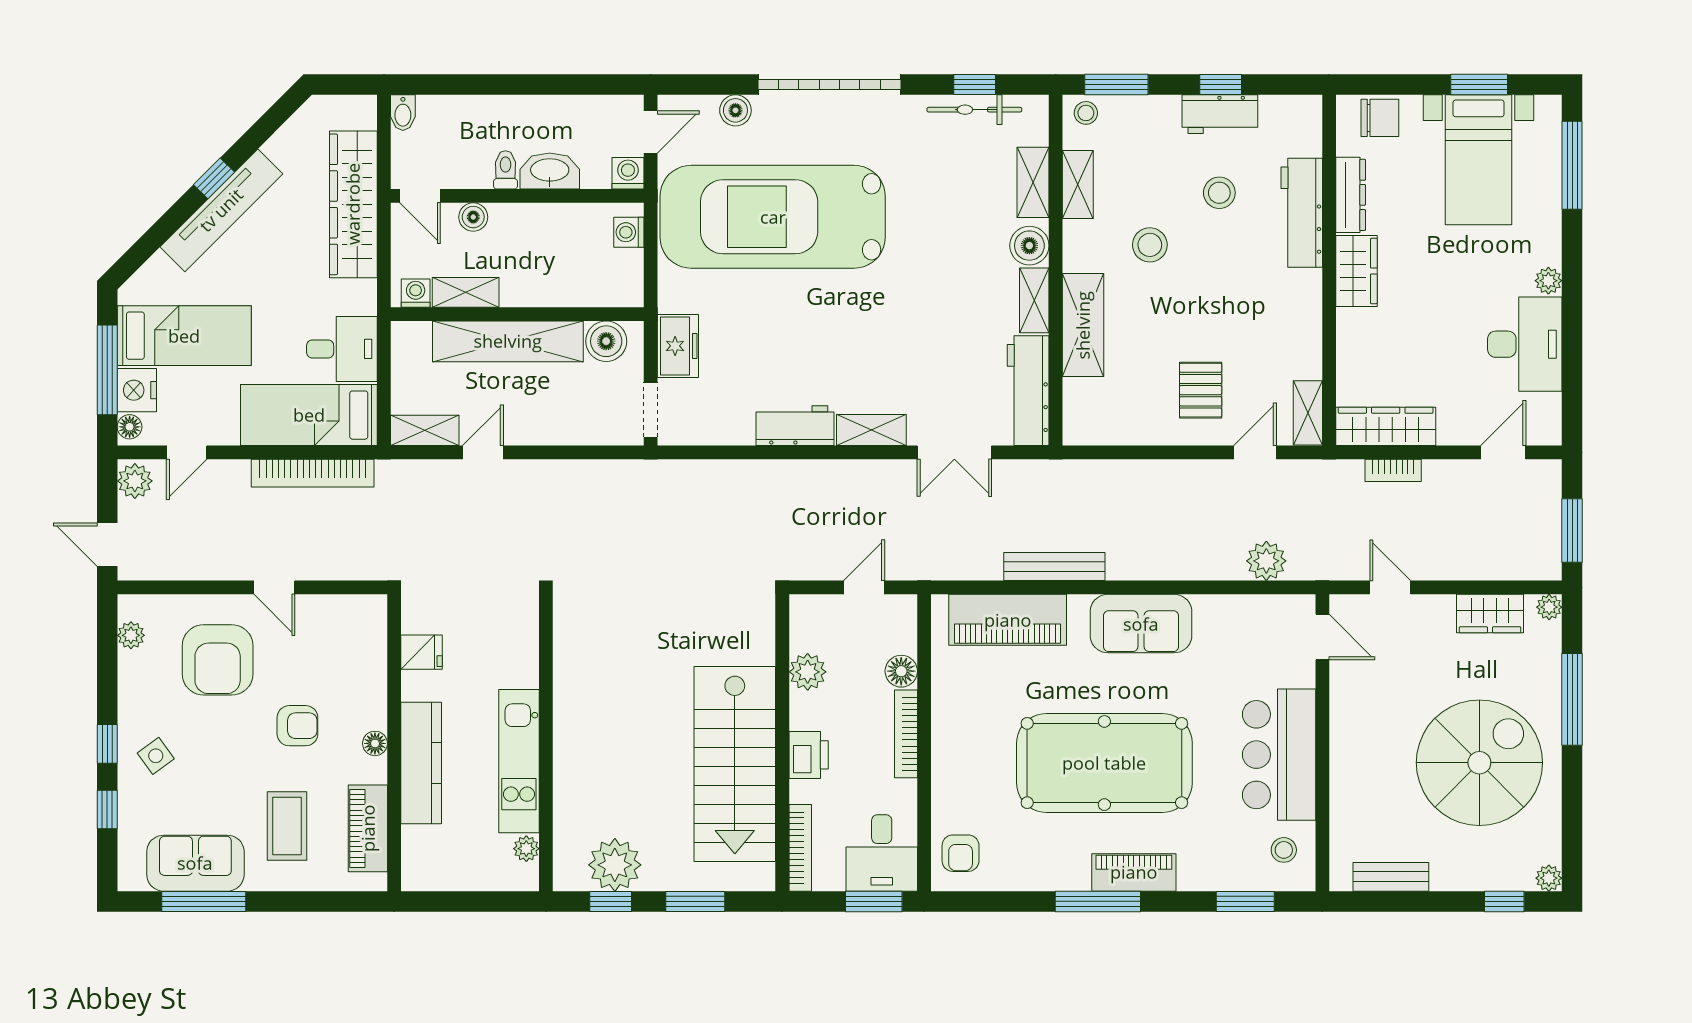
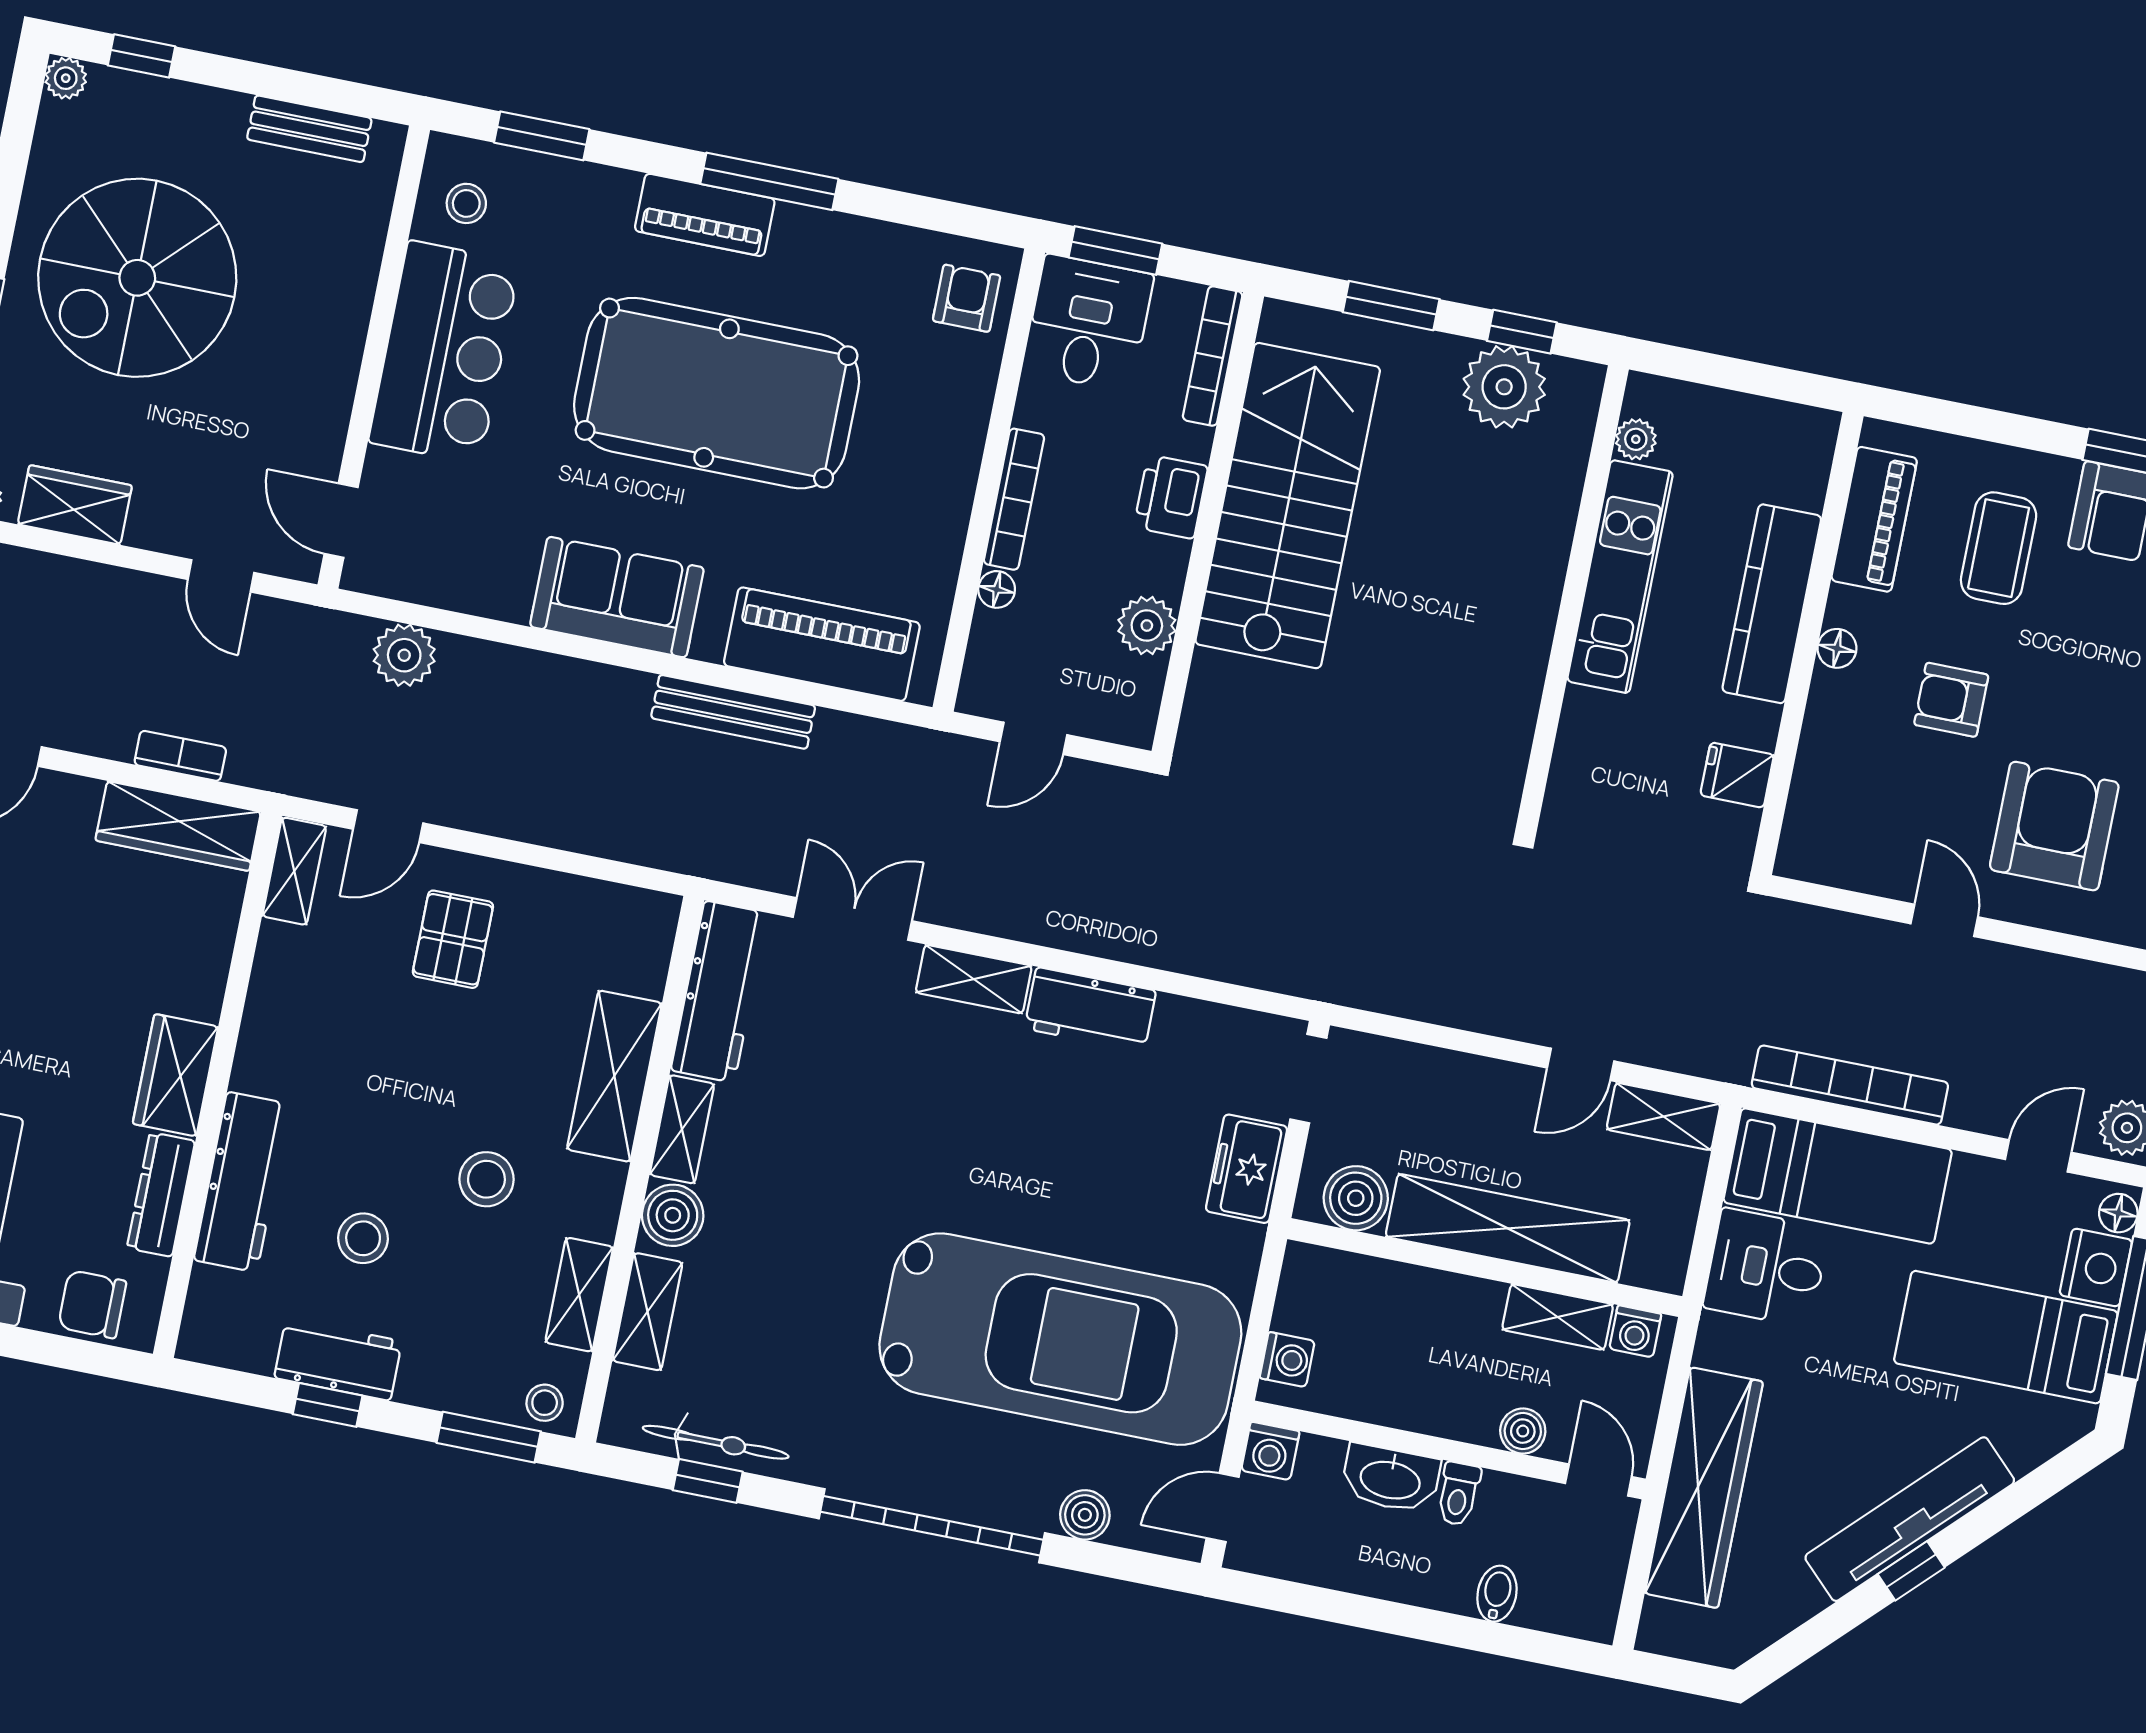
bidet: (403, 113) -> (1497, 1594), moved
floor lamp: (901, 671) -> (997, 589), width x0.73, depth x0.73

